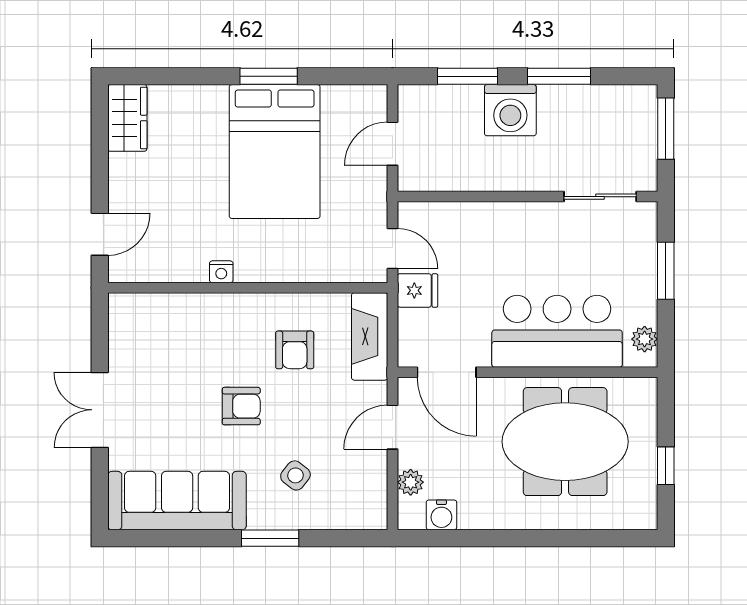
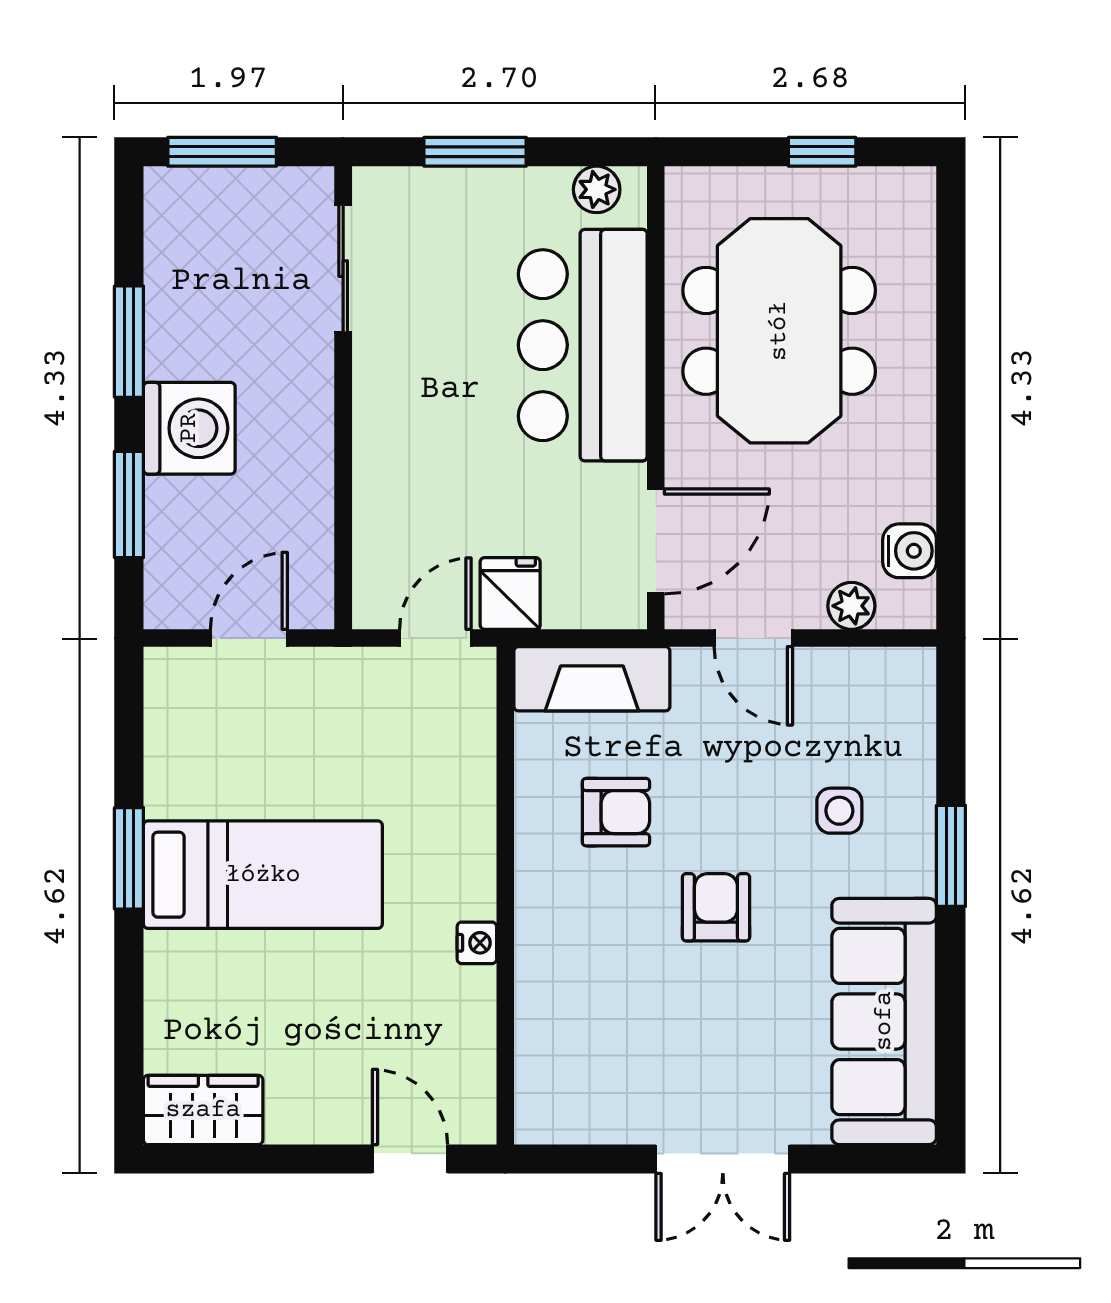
door: (392, 144) -> (249, 638), swing flipped
bed: (275, 152) -> (263, 875), width x0.67
side table: (295, 475) -> (839, 811), turned -38

